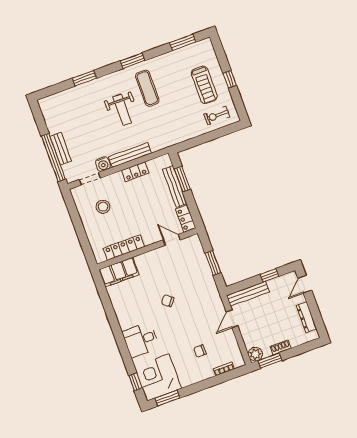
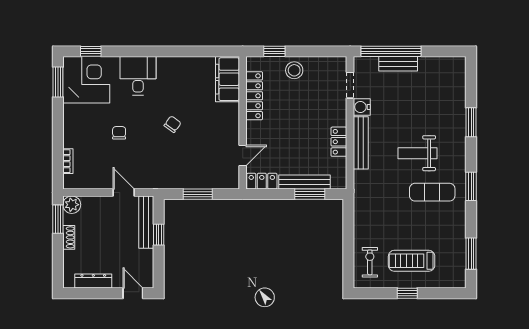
stool: (103, 207) -> (294, 70), moved
window: (85, 245) -> (274, 51), added
window: (270, 275) -> (159, 235), moved
chair: (200, 351) -> (119, 133), moved

